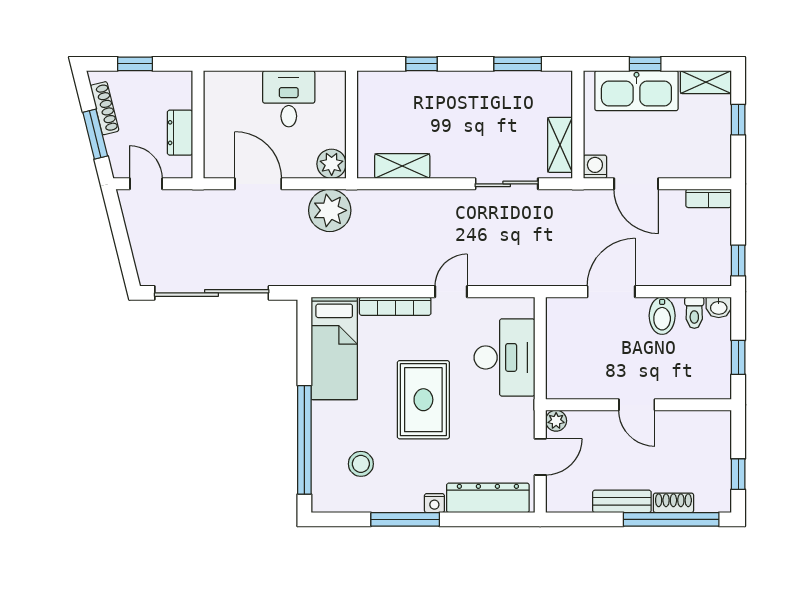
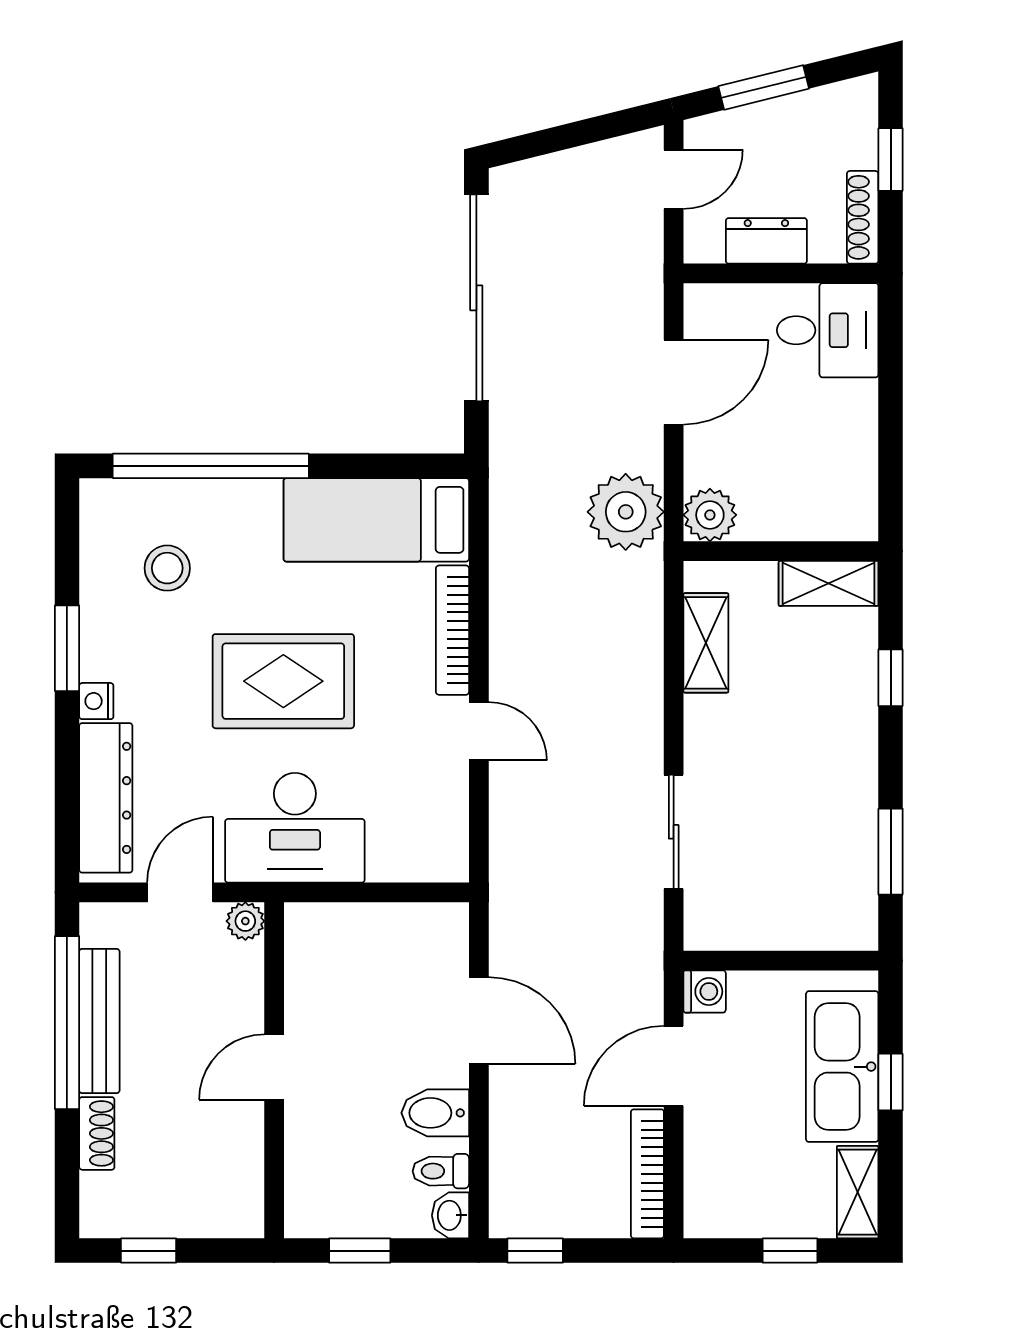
desk: (289, 99) -> (828, 330), moved
shoe rack: (105, 108) -> (863, 217), moved, turned 104
shelving: (560, 145) -> (828, 583), moved
bookcase: (709, 198) -> (647, 1174), width x1.56
desk: (504, 357) -> (295, 828), moved
door: (540, 457) -> (180, 892), swing flipped
bench: (622, 501) -> (99, 1021), width x1.36
window: (405, 519) -> (67, 648), width x0.69
window: (671, 519) -> (67, 1023), moved

